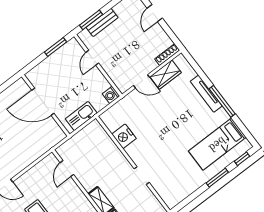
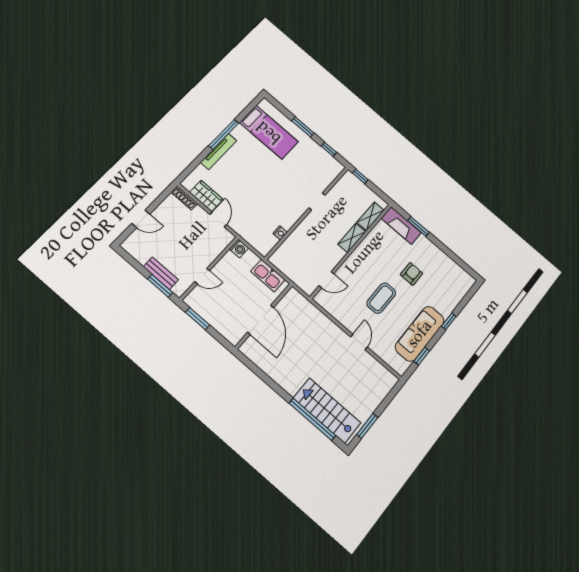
nightstand: (124, 136) -> (280, 233), width x0.53, depth x0.56
window: (242, 159) -> (329, 149), moved

